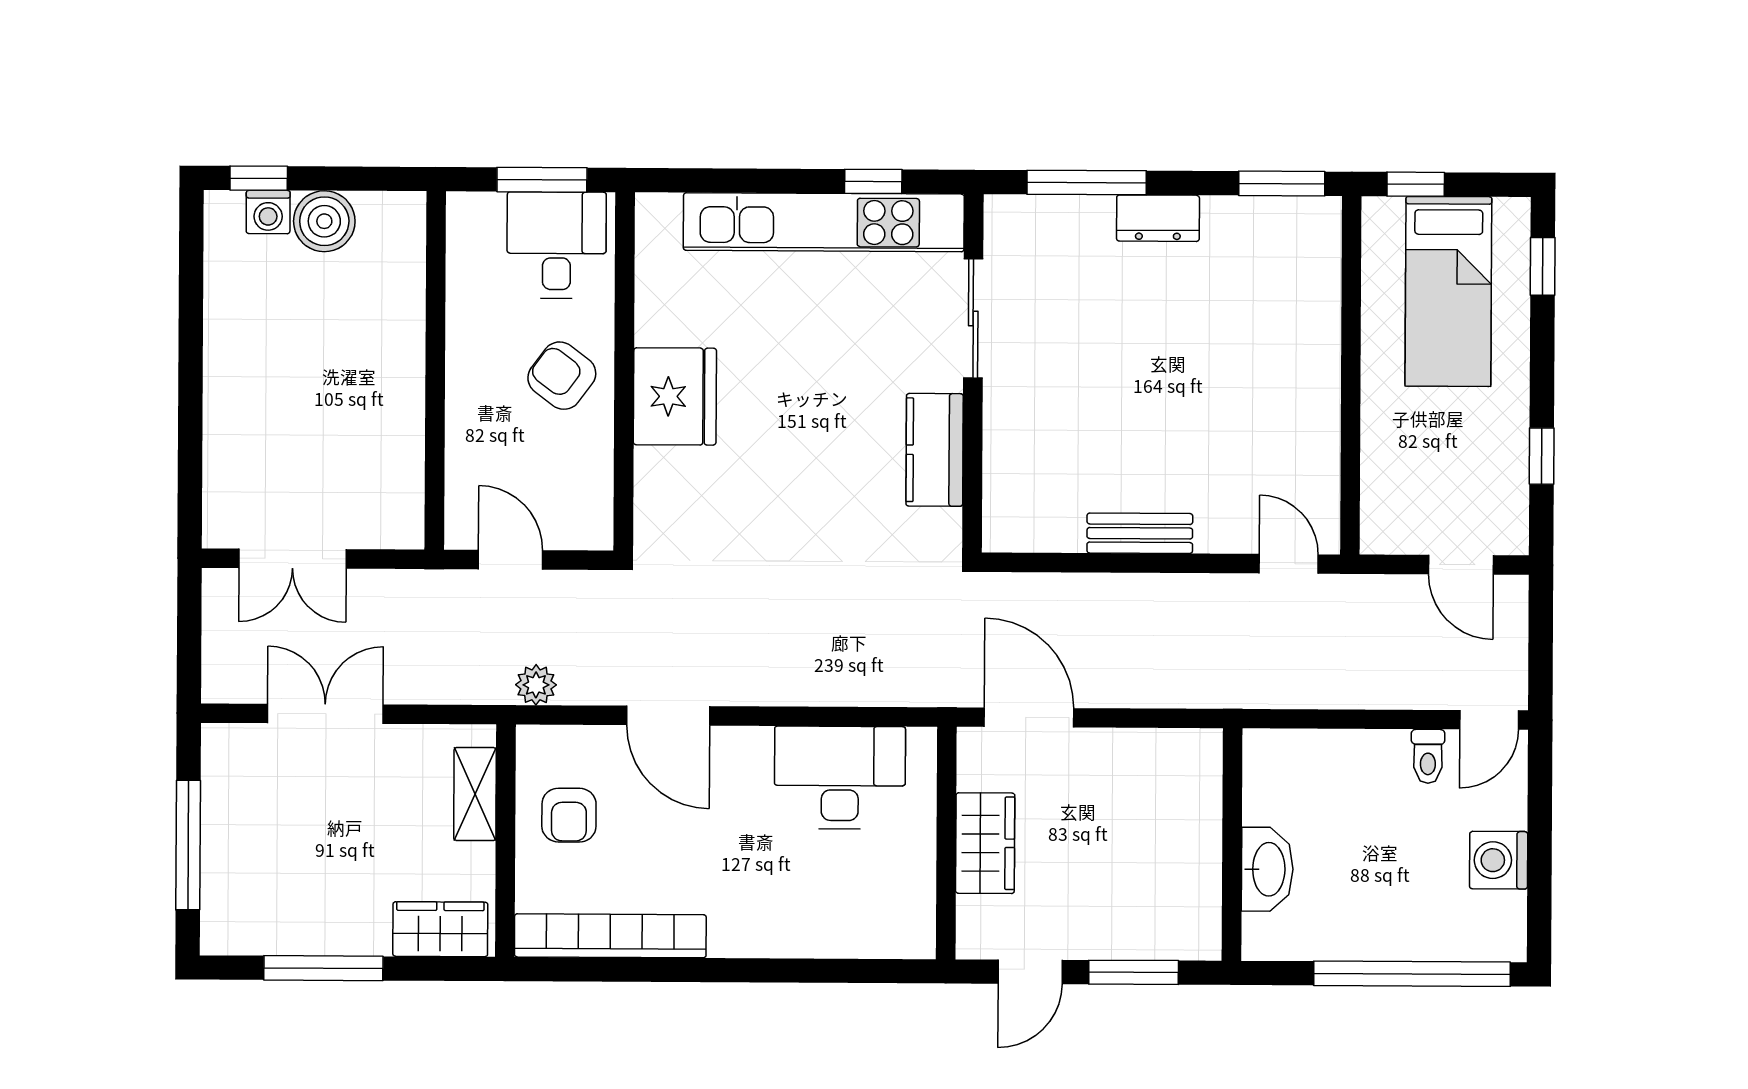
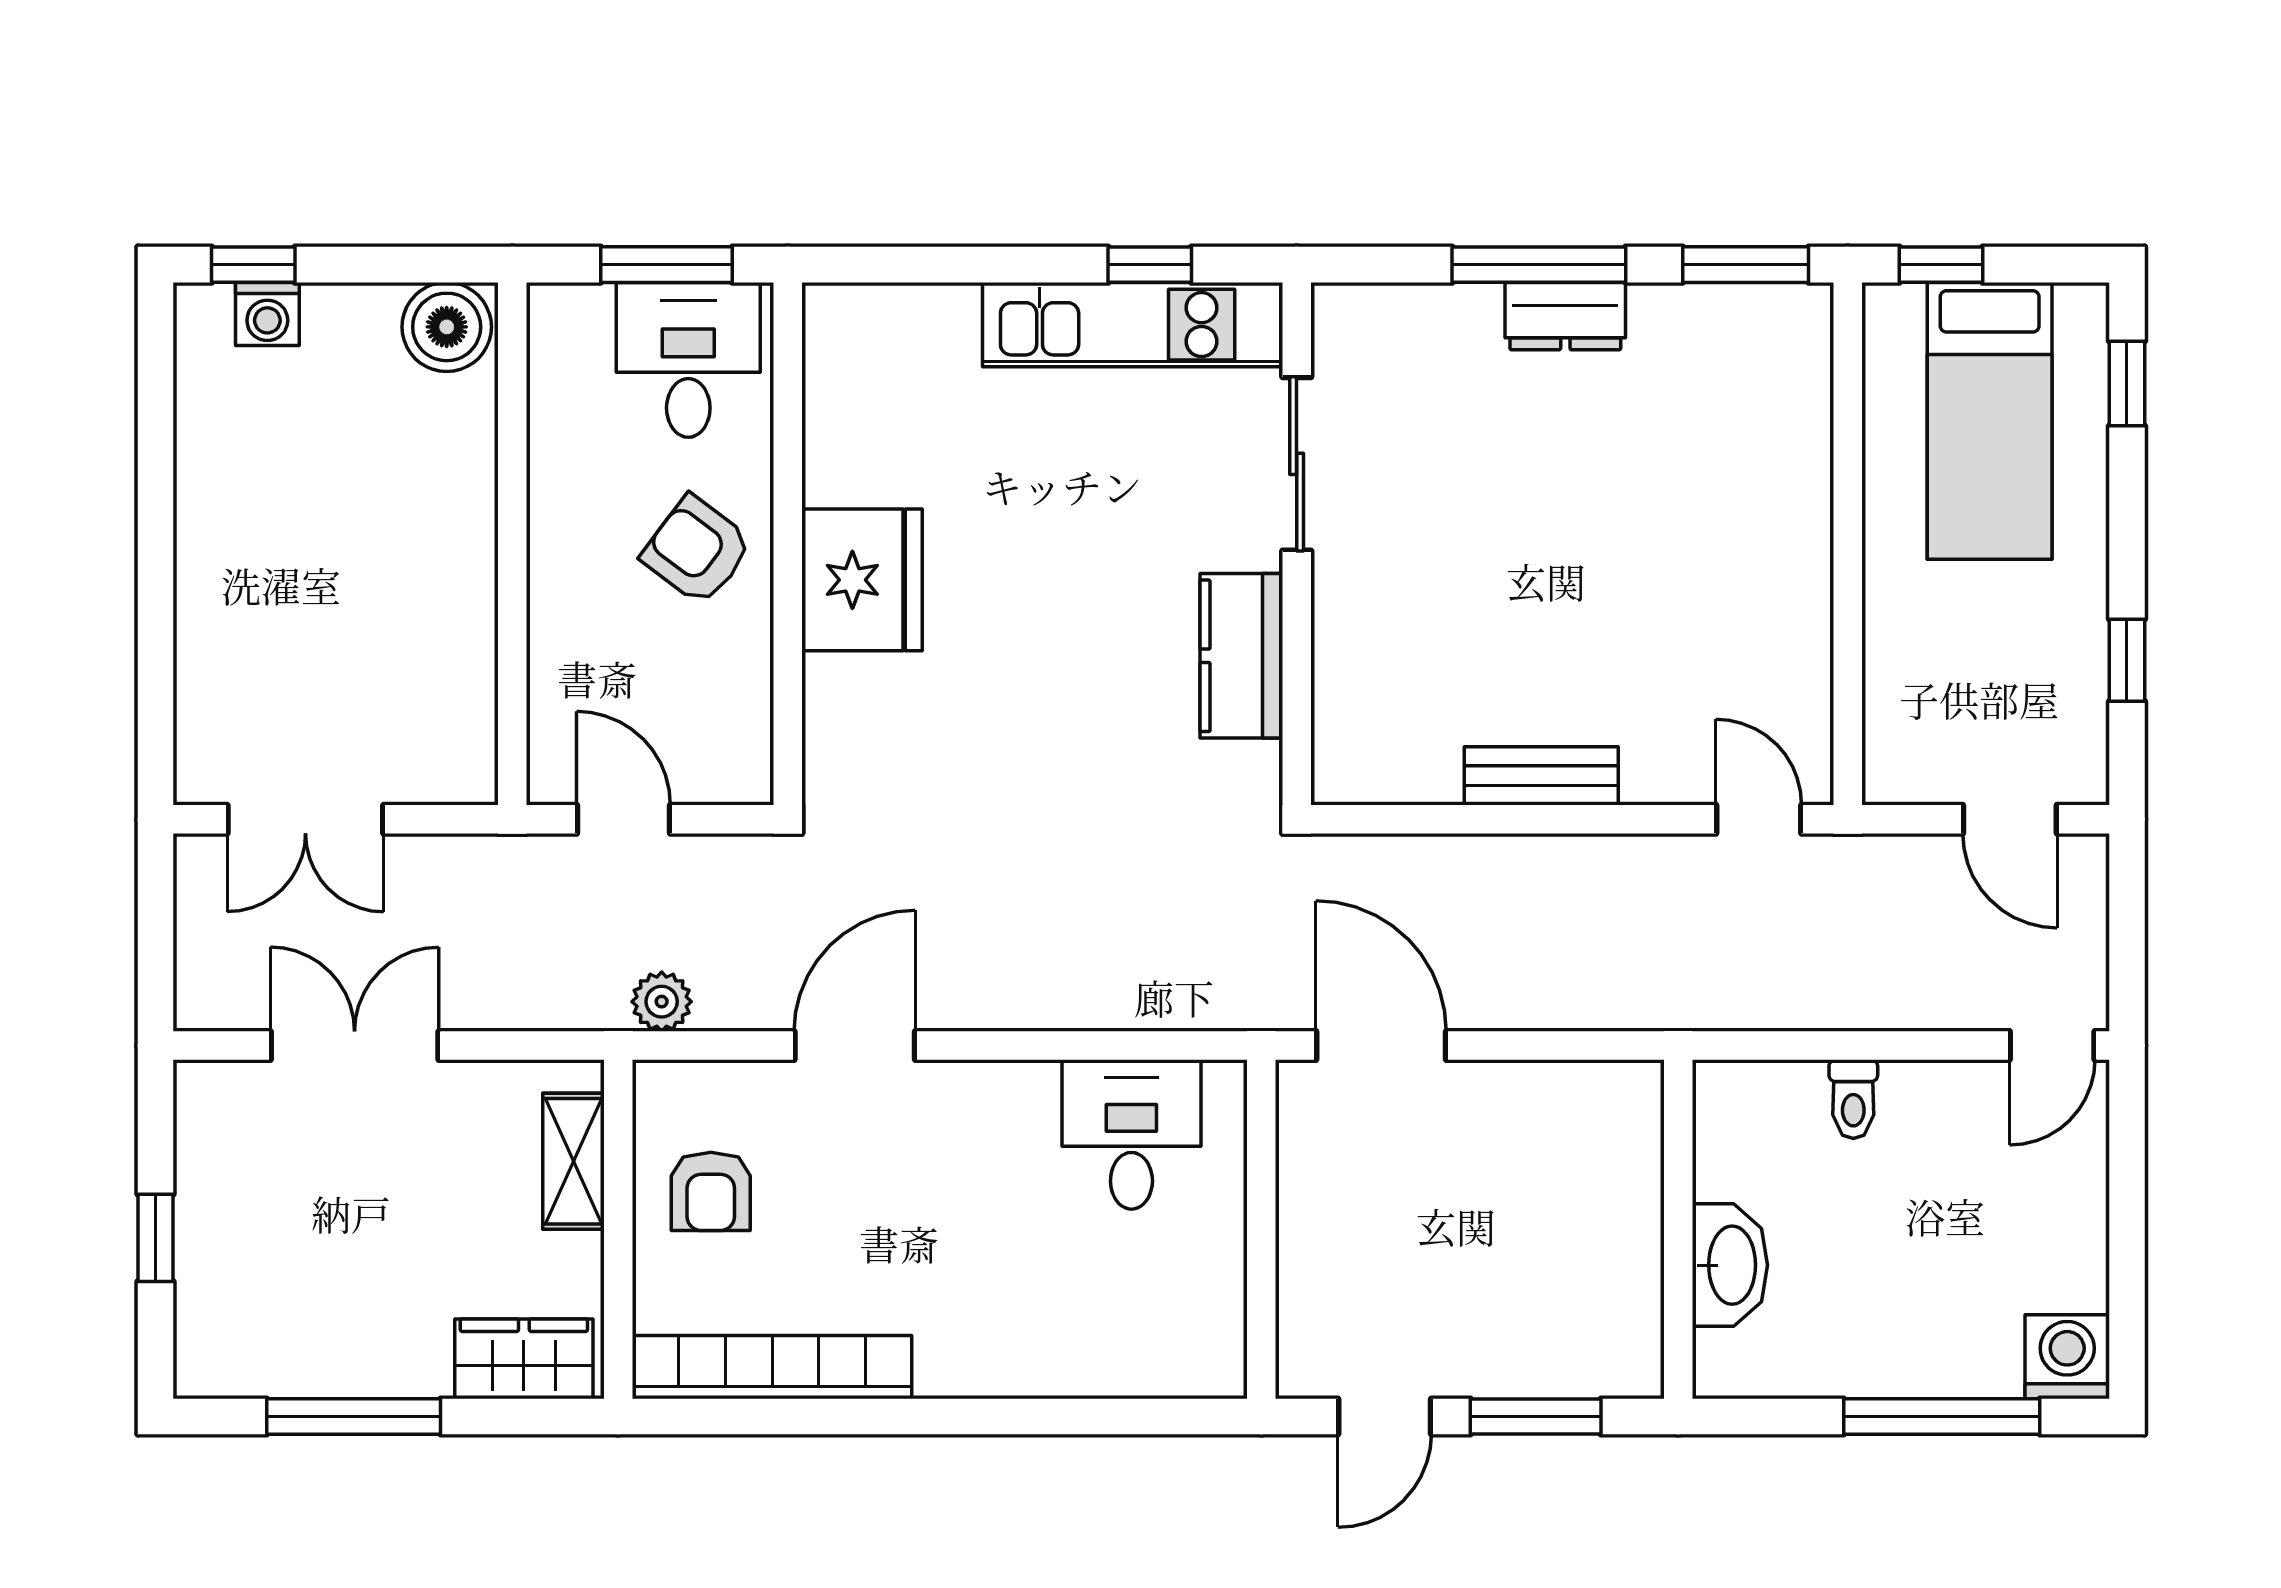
window: (1087, 183) -> (1539, 265), moved
boiler: (324, 221) -> (447, 327), moved
kitchen unit: (824, 222) -> (1133, 325), width x0.73
door: (668, 716) -> (855, 1045), swing flipped
toilet: (1428, 756) -> (1853, 1099), moved
desk: (840, 777) -> (1131, 1134), width x0.73
wardrobe: (985, 843) -> (1318, 1229), removed
window: (188, 845) -> (155, 1238), width x0.46
washing machine: (1499, 860) -> (2067, 1357), moved, turned 90
window: (1412, 974) -> (1942, 1416), width x0.68

